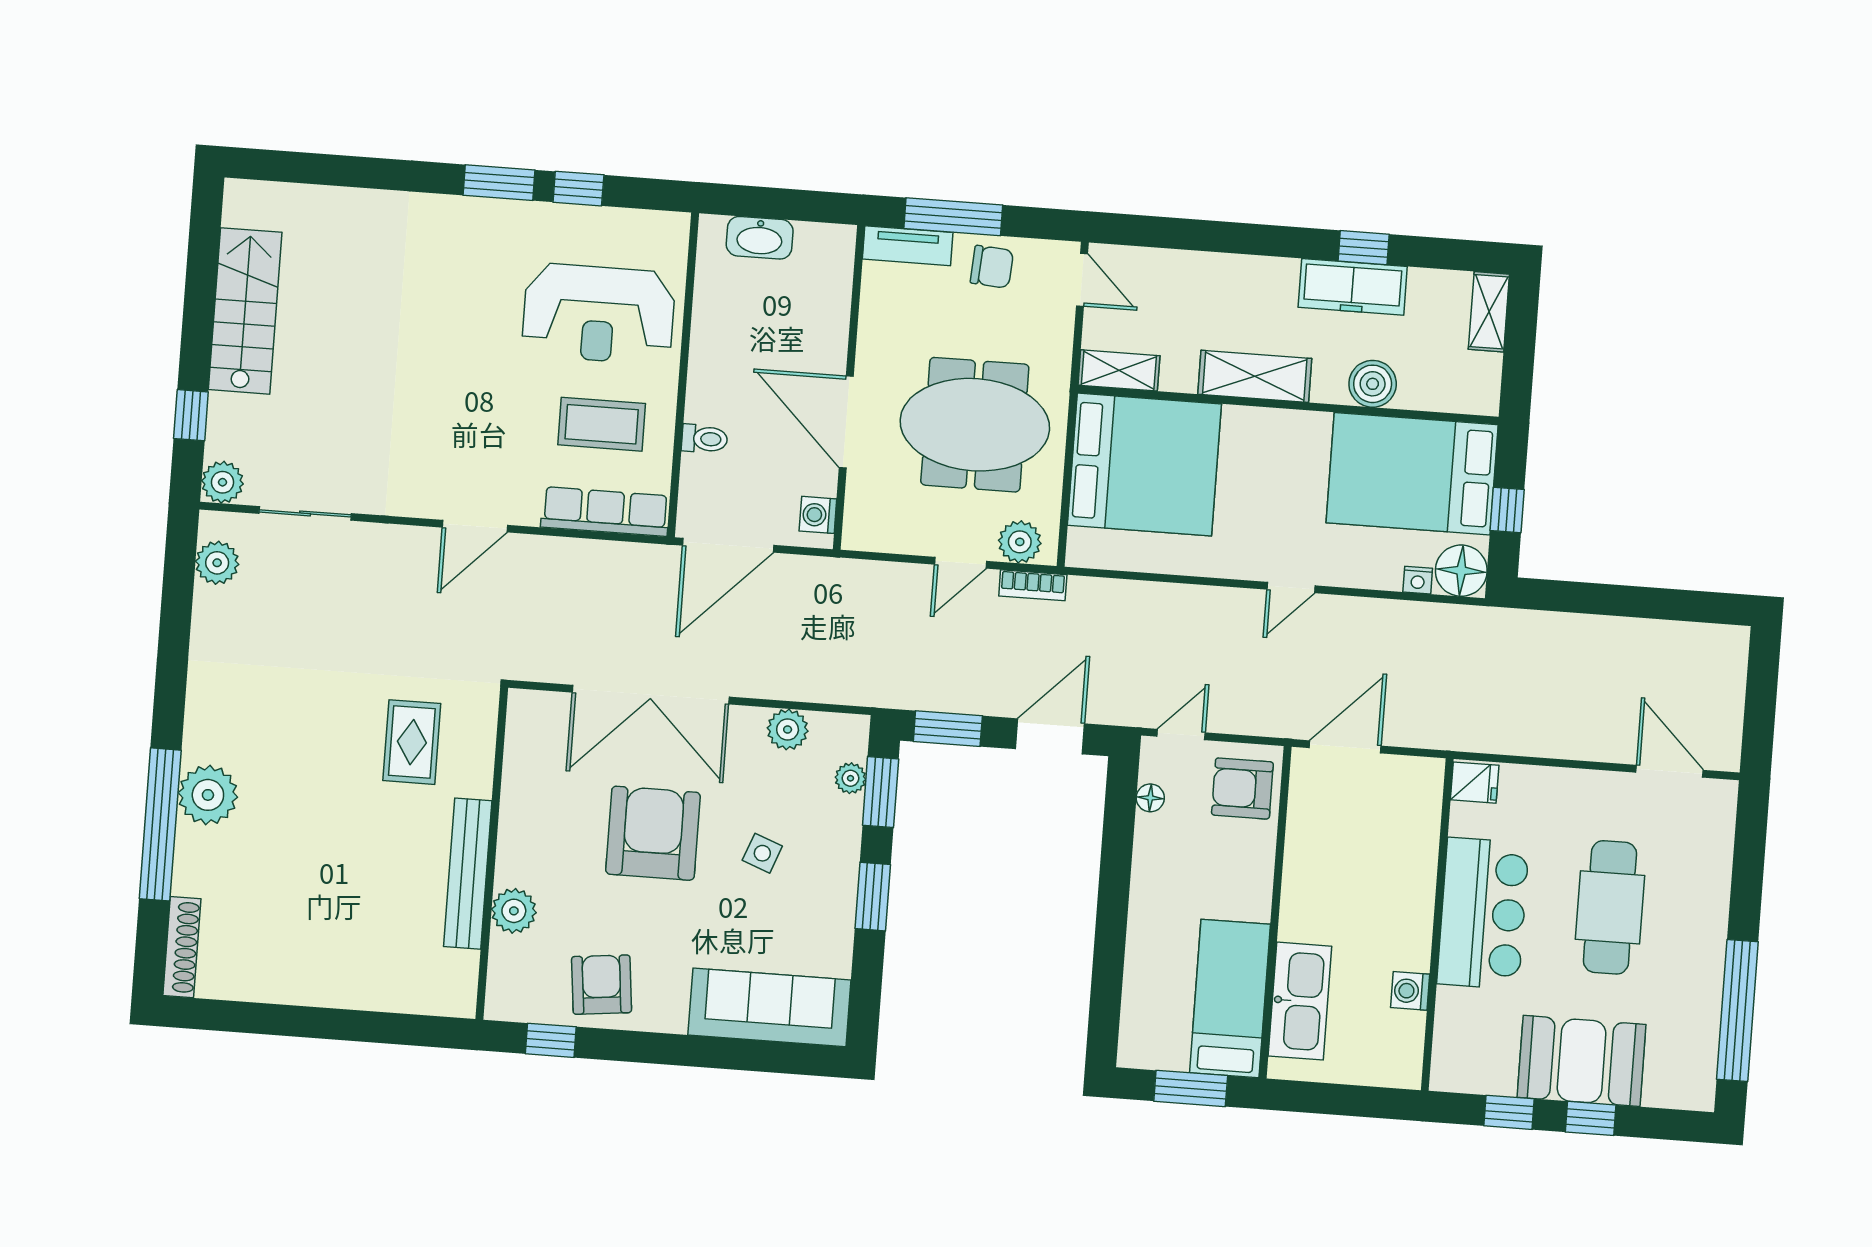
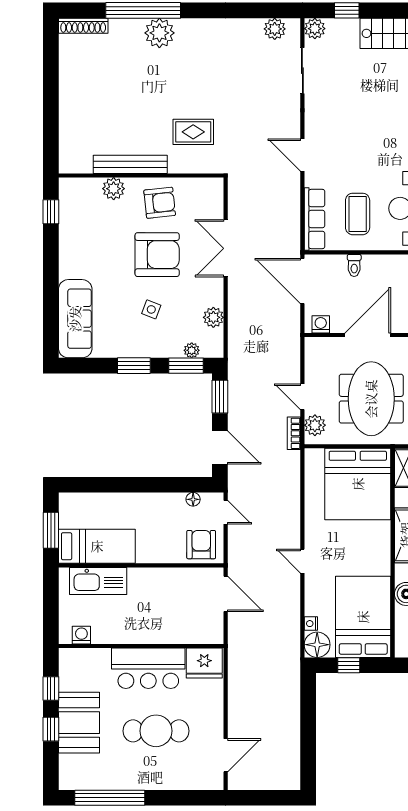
double door: (651, 695) -> (226, 248), width x0.73
fridge: (1475, 783) -> (204, 663), width x1.88, depth x1.34
armchair: (602, 985) -> (160, 203), moved
washing machine: (1410, 991) -> (81, 635), moved

